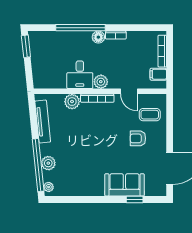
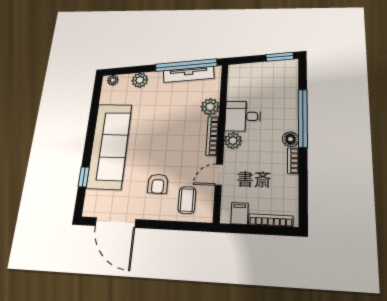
armchair: (138, 138) -> (158, 184), turned 180
window: (38, 165) -> (186, 65), moved
sofa: (124, 185) -> (109, 146), width x1.85, depth x1.27

